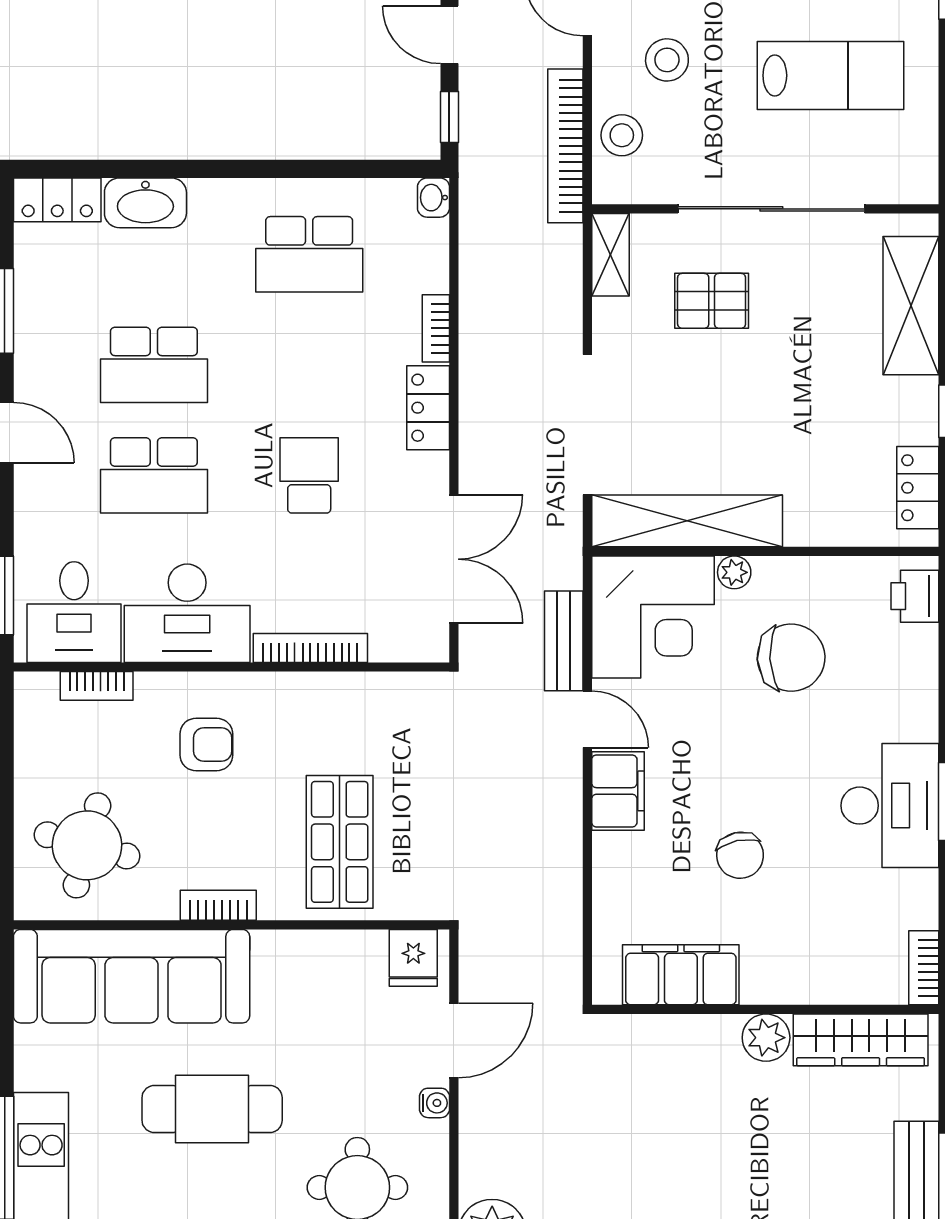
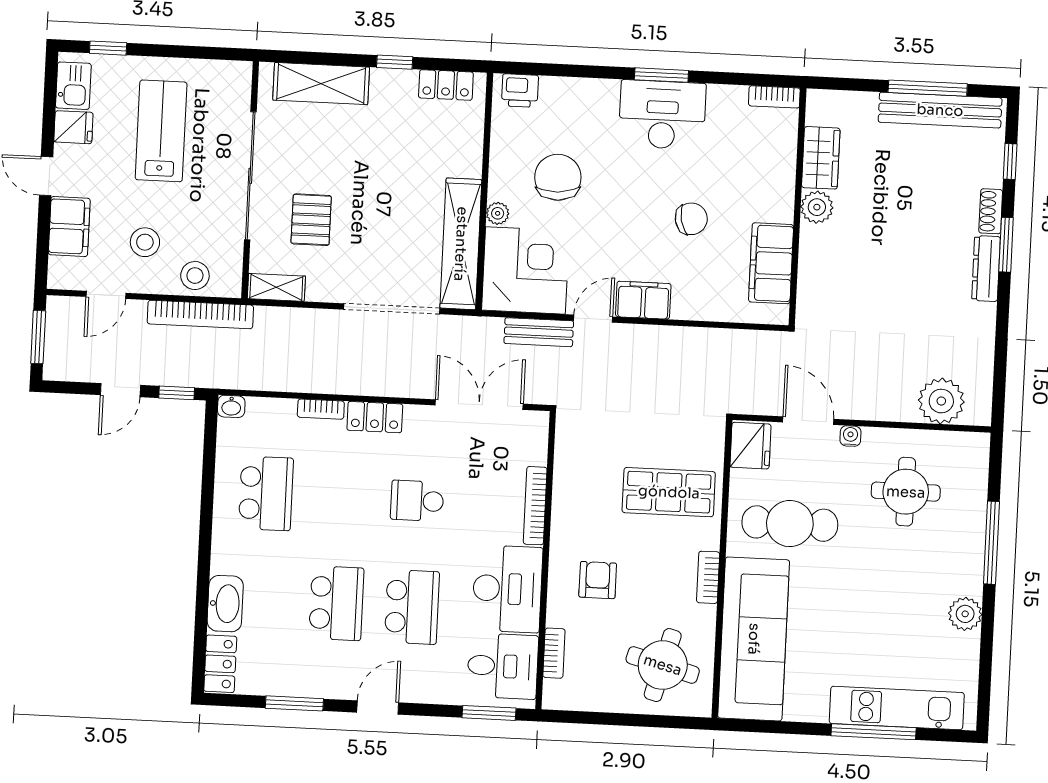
fridge: (413, 958) -> (751, 446), width x1.38
wardrobe: (861, 1040) -> (821, 158), width x0.67
cafe table: (212, 1109) -> (790, 524), moved, turned 90

